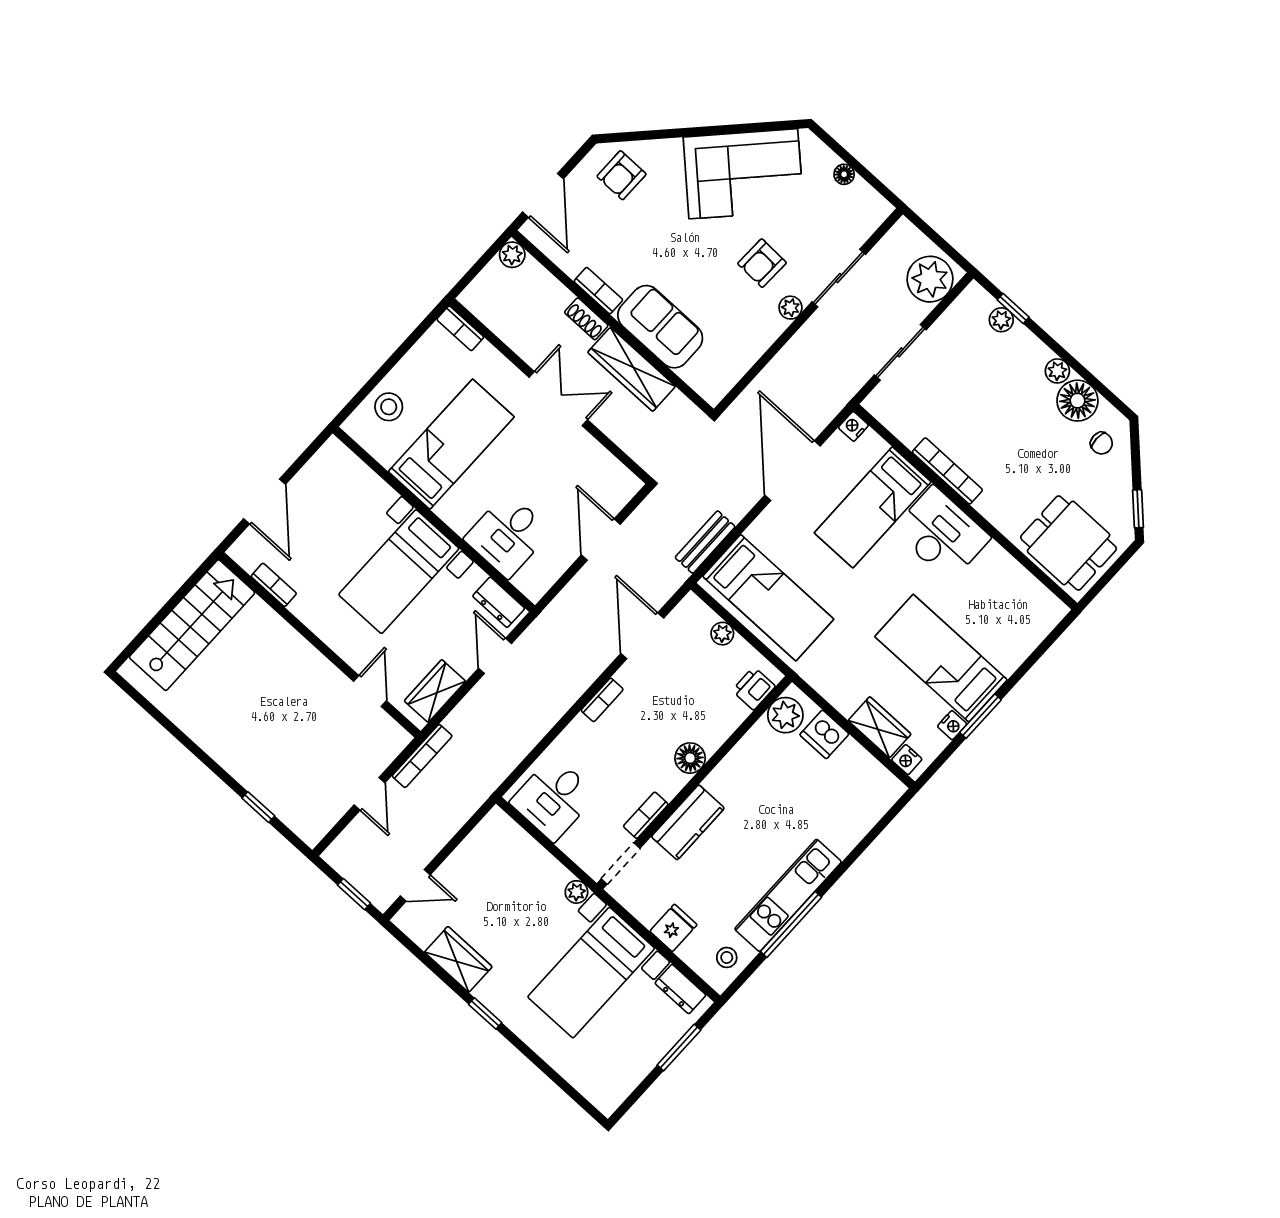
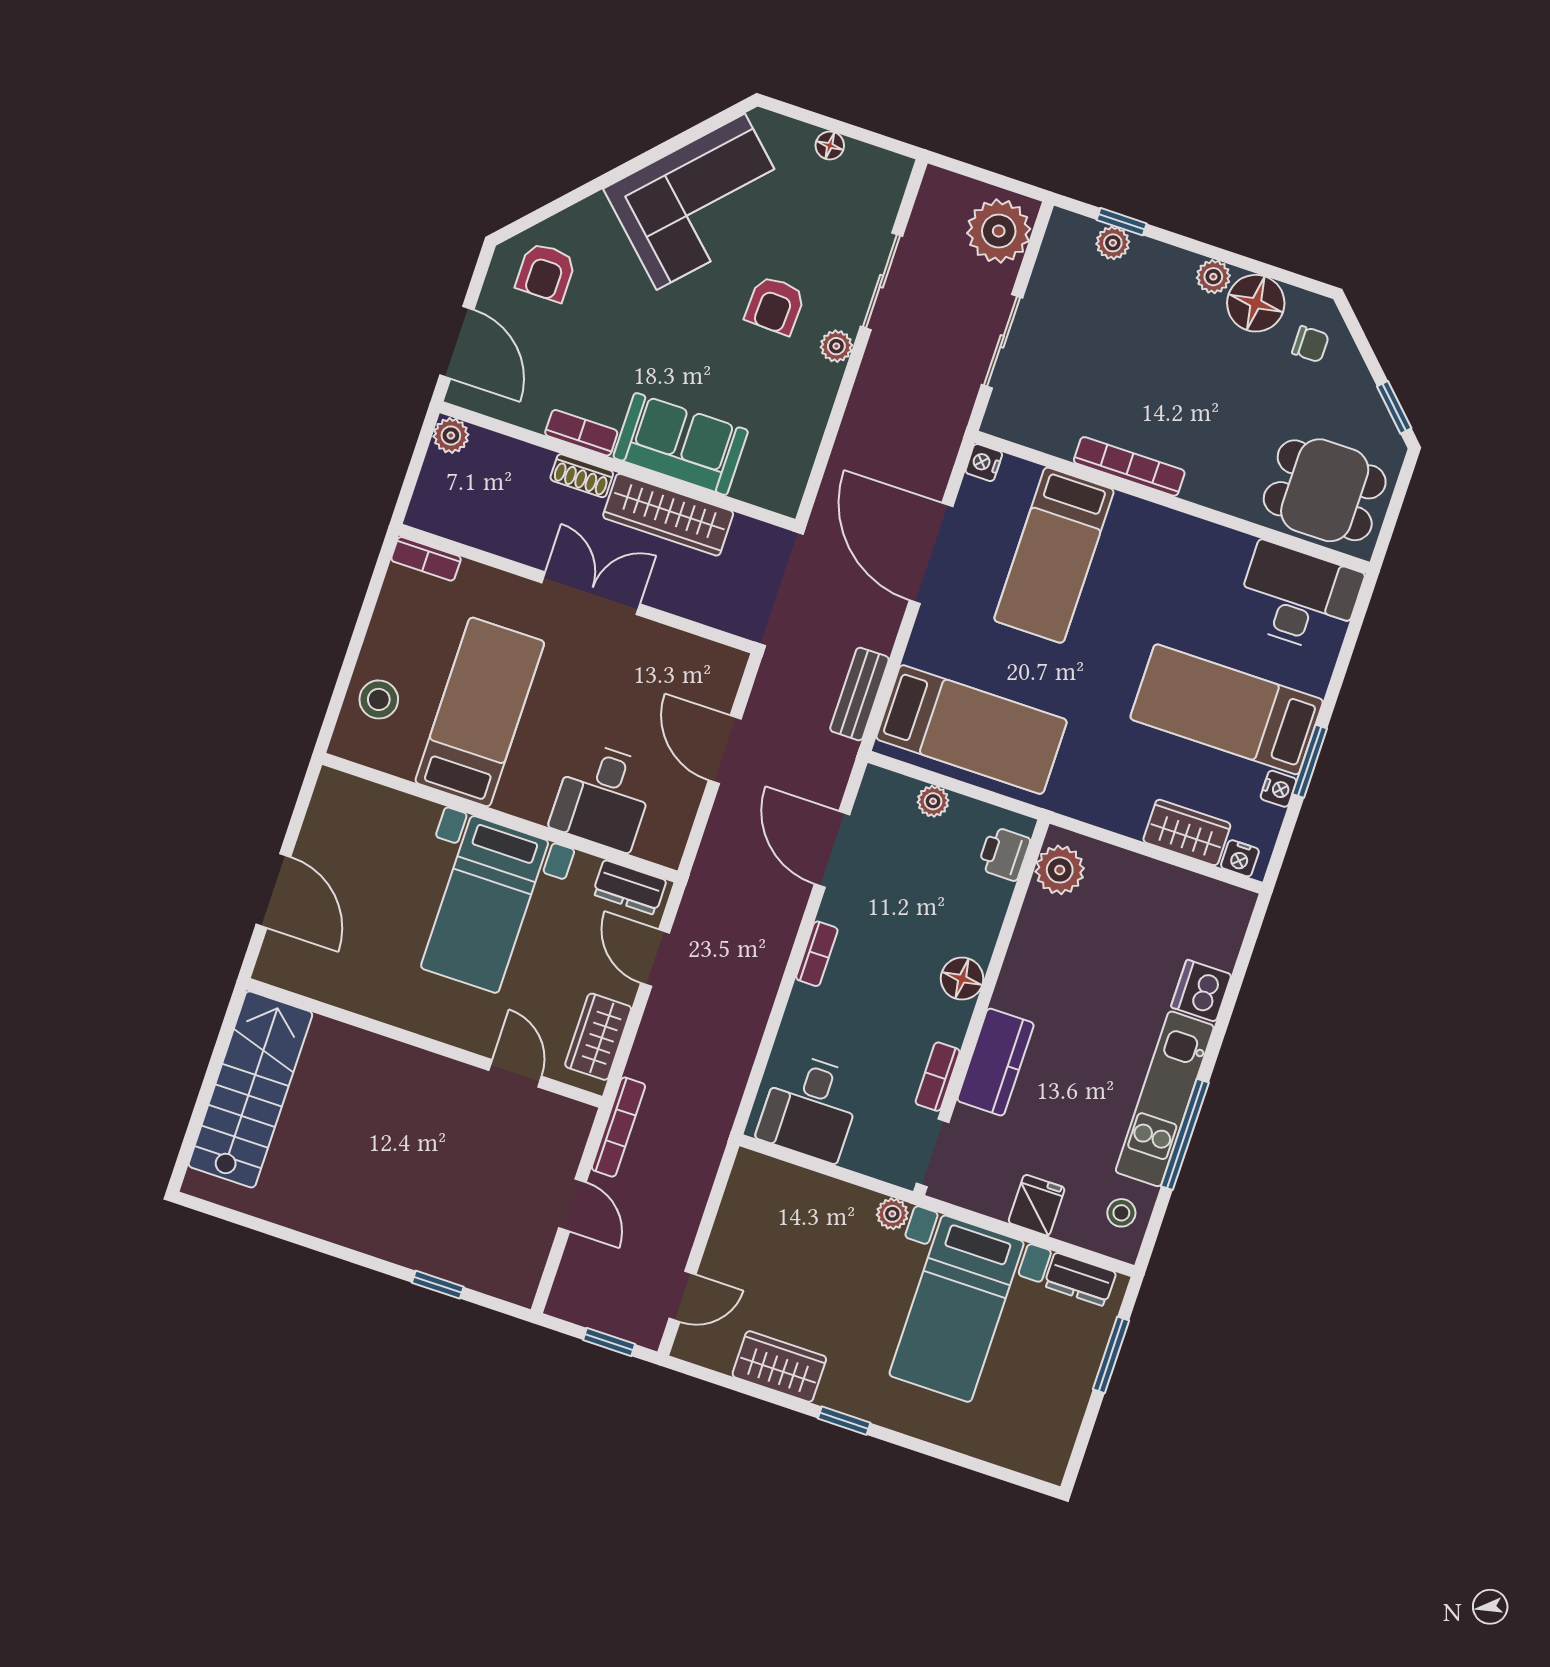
desk: (941, 534) -> (1299, 598), moved
bookcase: (274, 585) -> (332, 992), removed
dishwasher: (824, 734) -> (1201, 991), moved, turned 90

